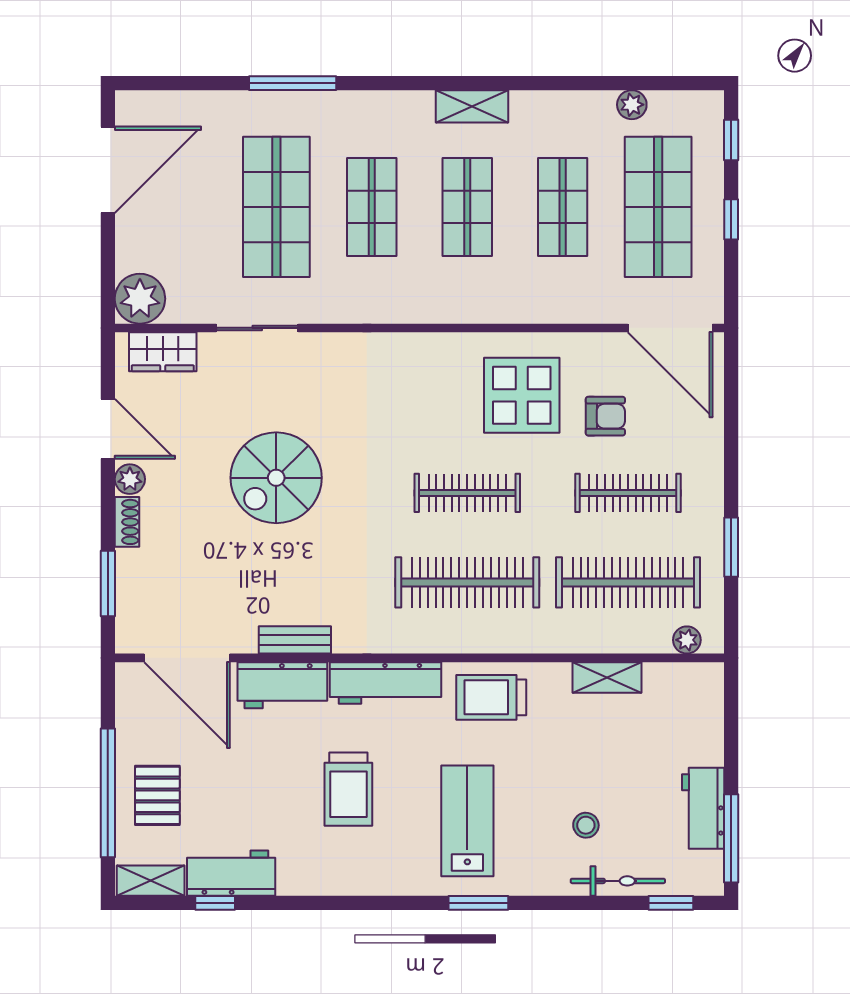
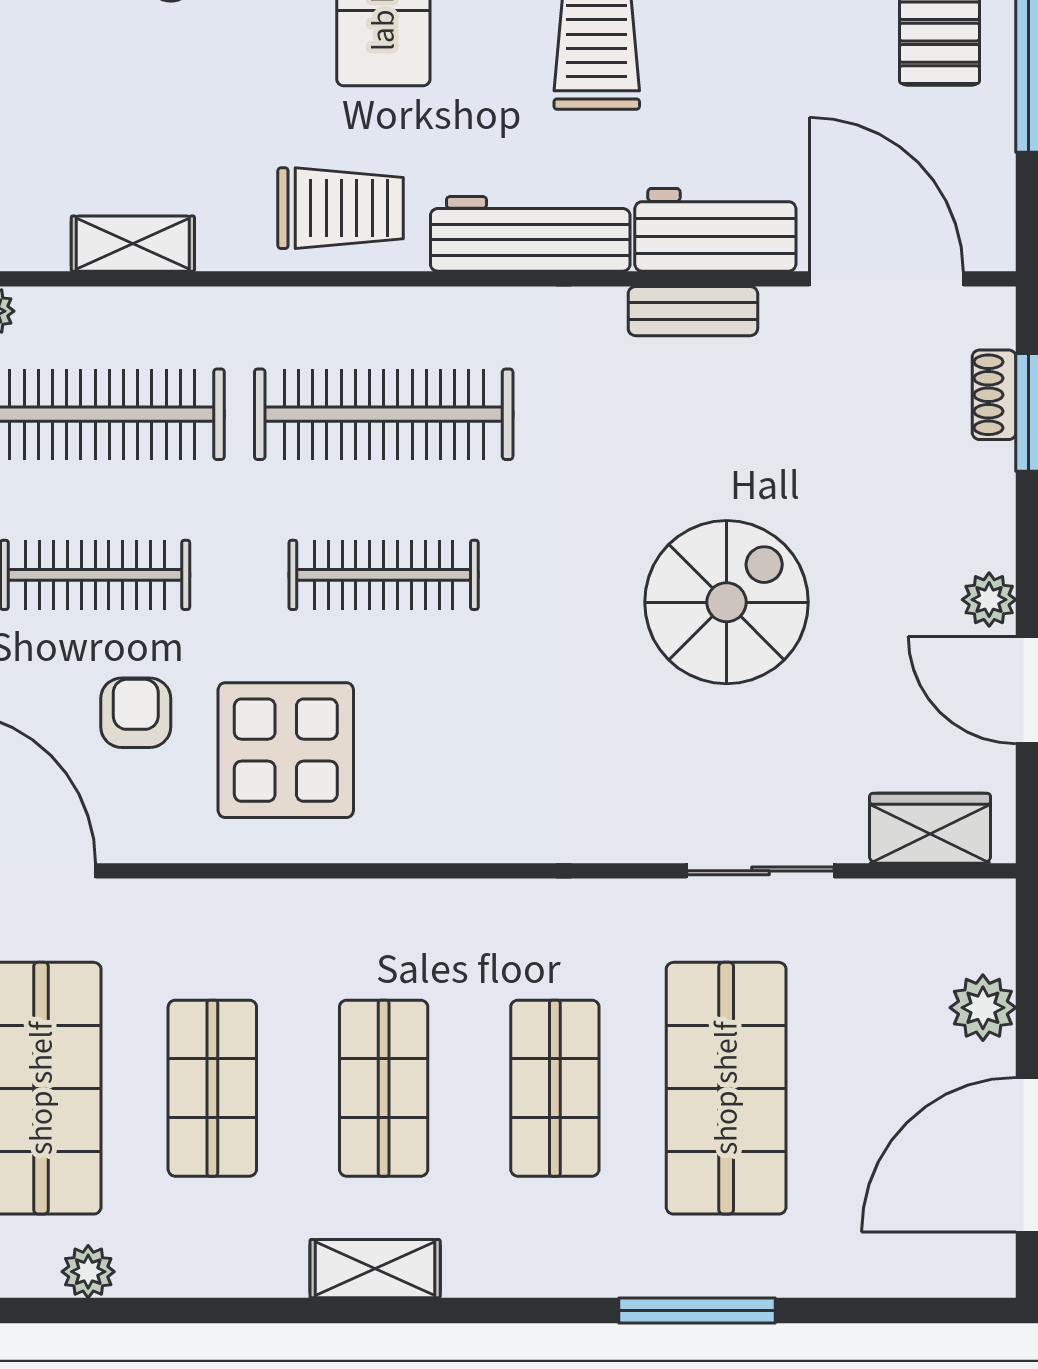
plant: (140, 299) -> (983, 1008), moved, width x0.73, depth x0.73
armchair: (605, 416) -> (136, 713), turned 90
shoe rack: (127, 522) -> (994, 395), moved

